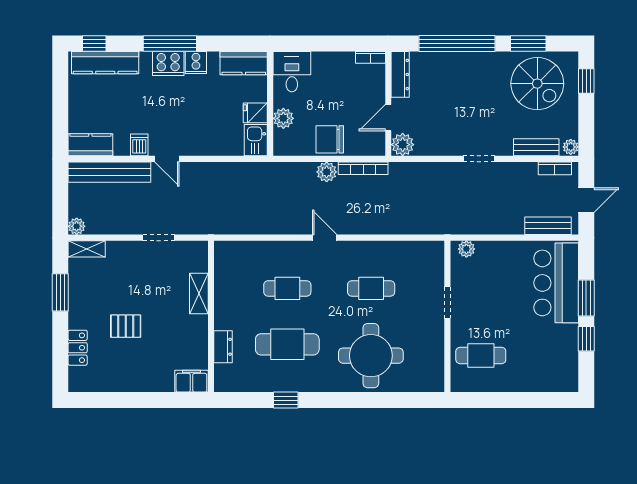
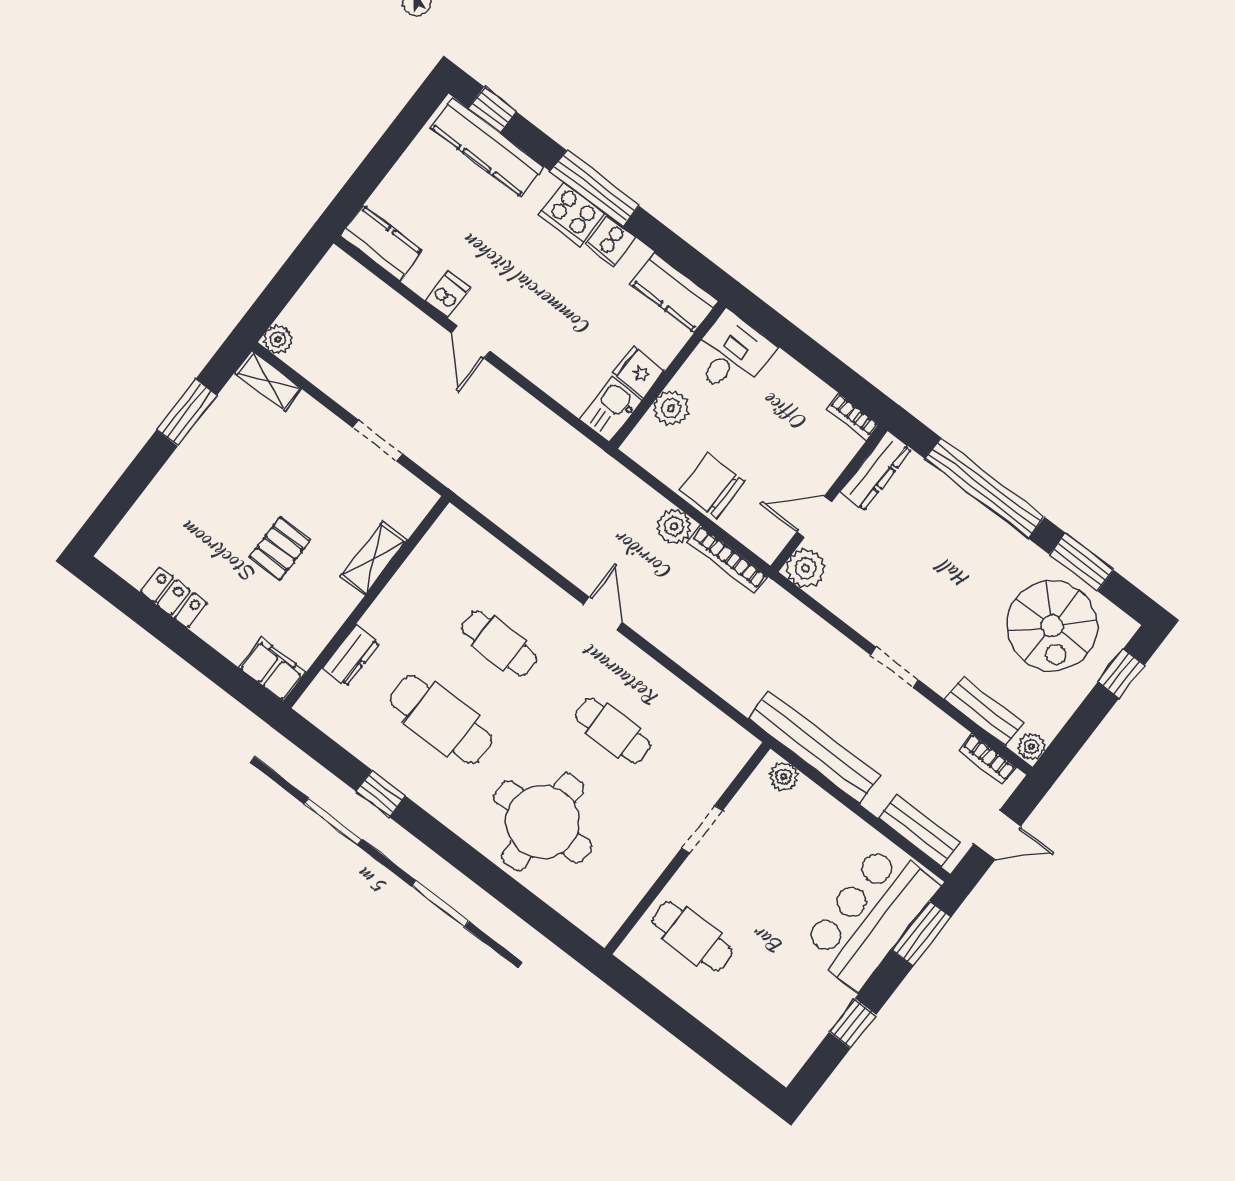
bench: (109, 172) -> (814, 747), moved
window: (586, 298) -> (921, 934), moved
pallet: (126, 326) -> (280, 549), moved, turned 90
locker: (78, 348) -> (174, 598), moved, turned -90

